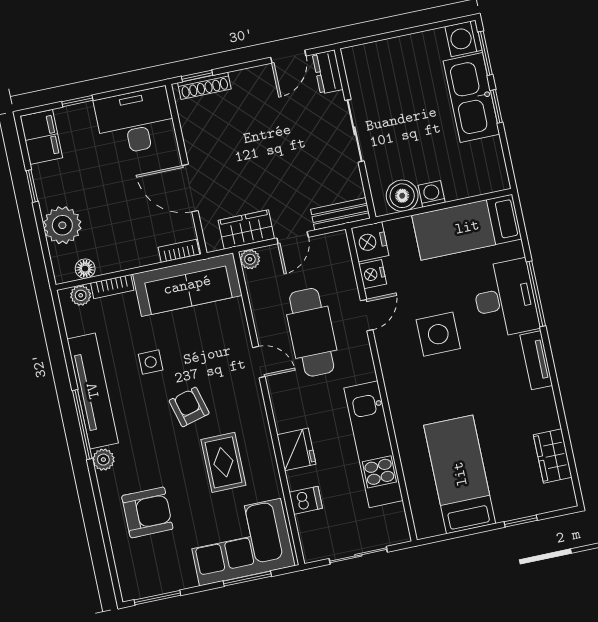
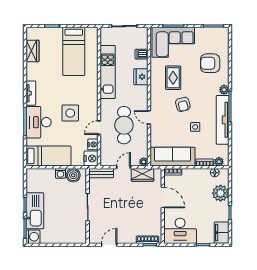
dresser: (328, 72) -> (94, 235), removed

